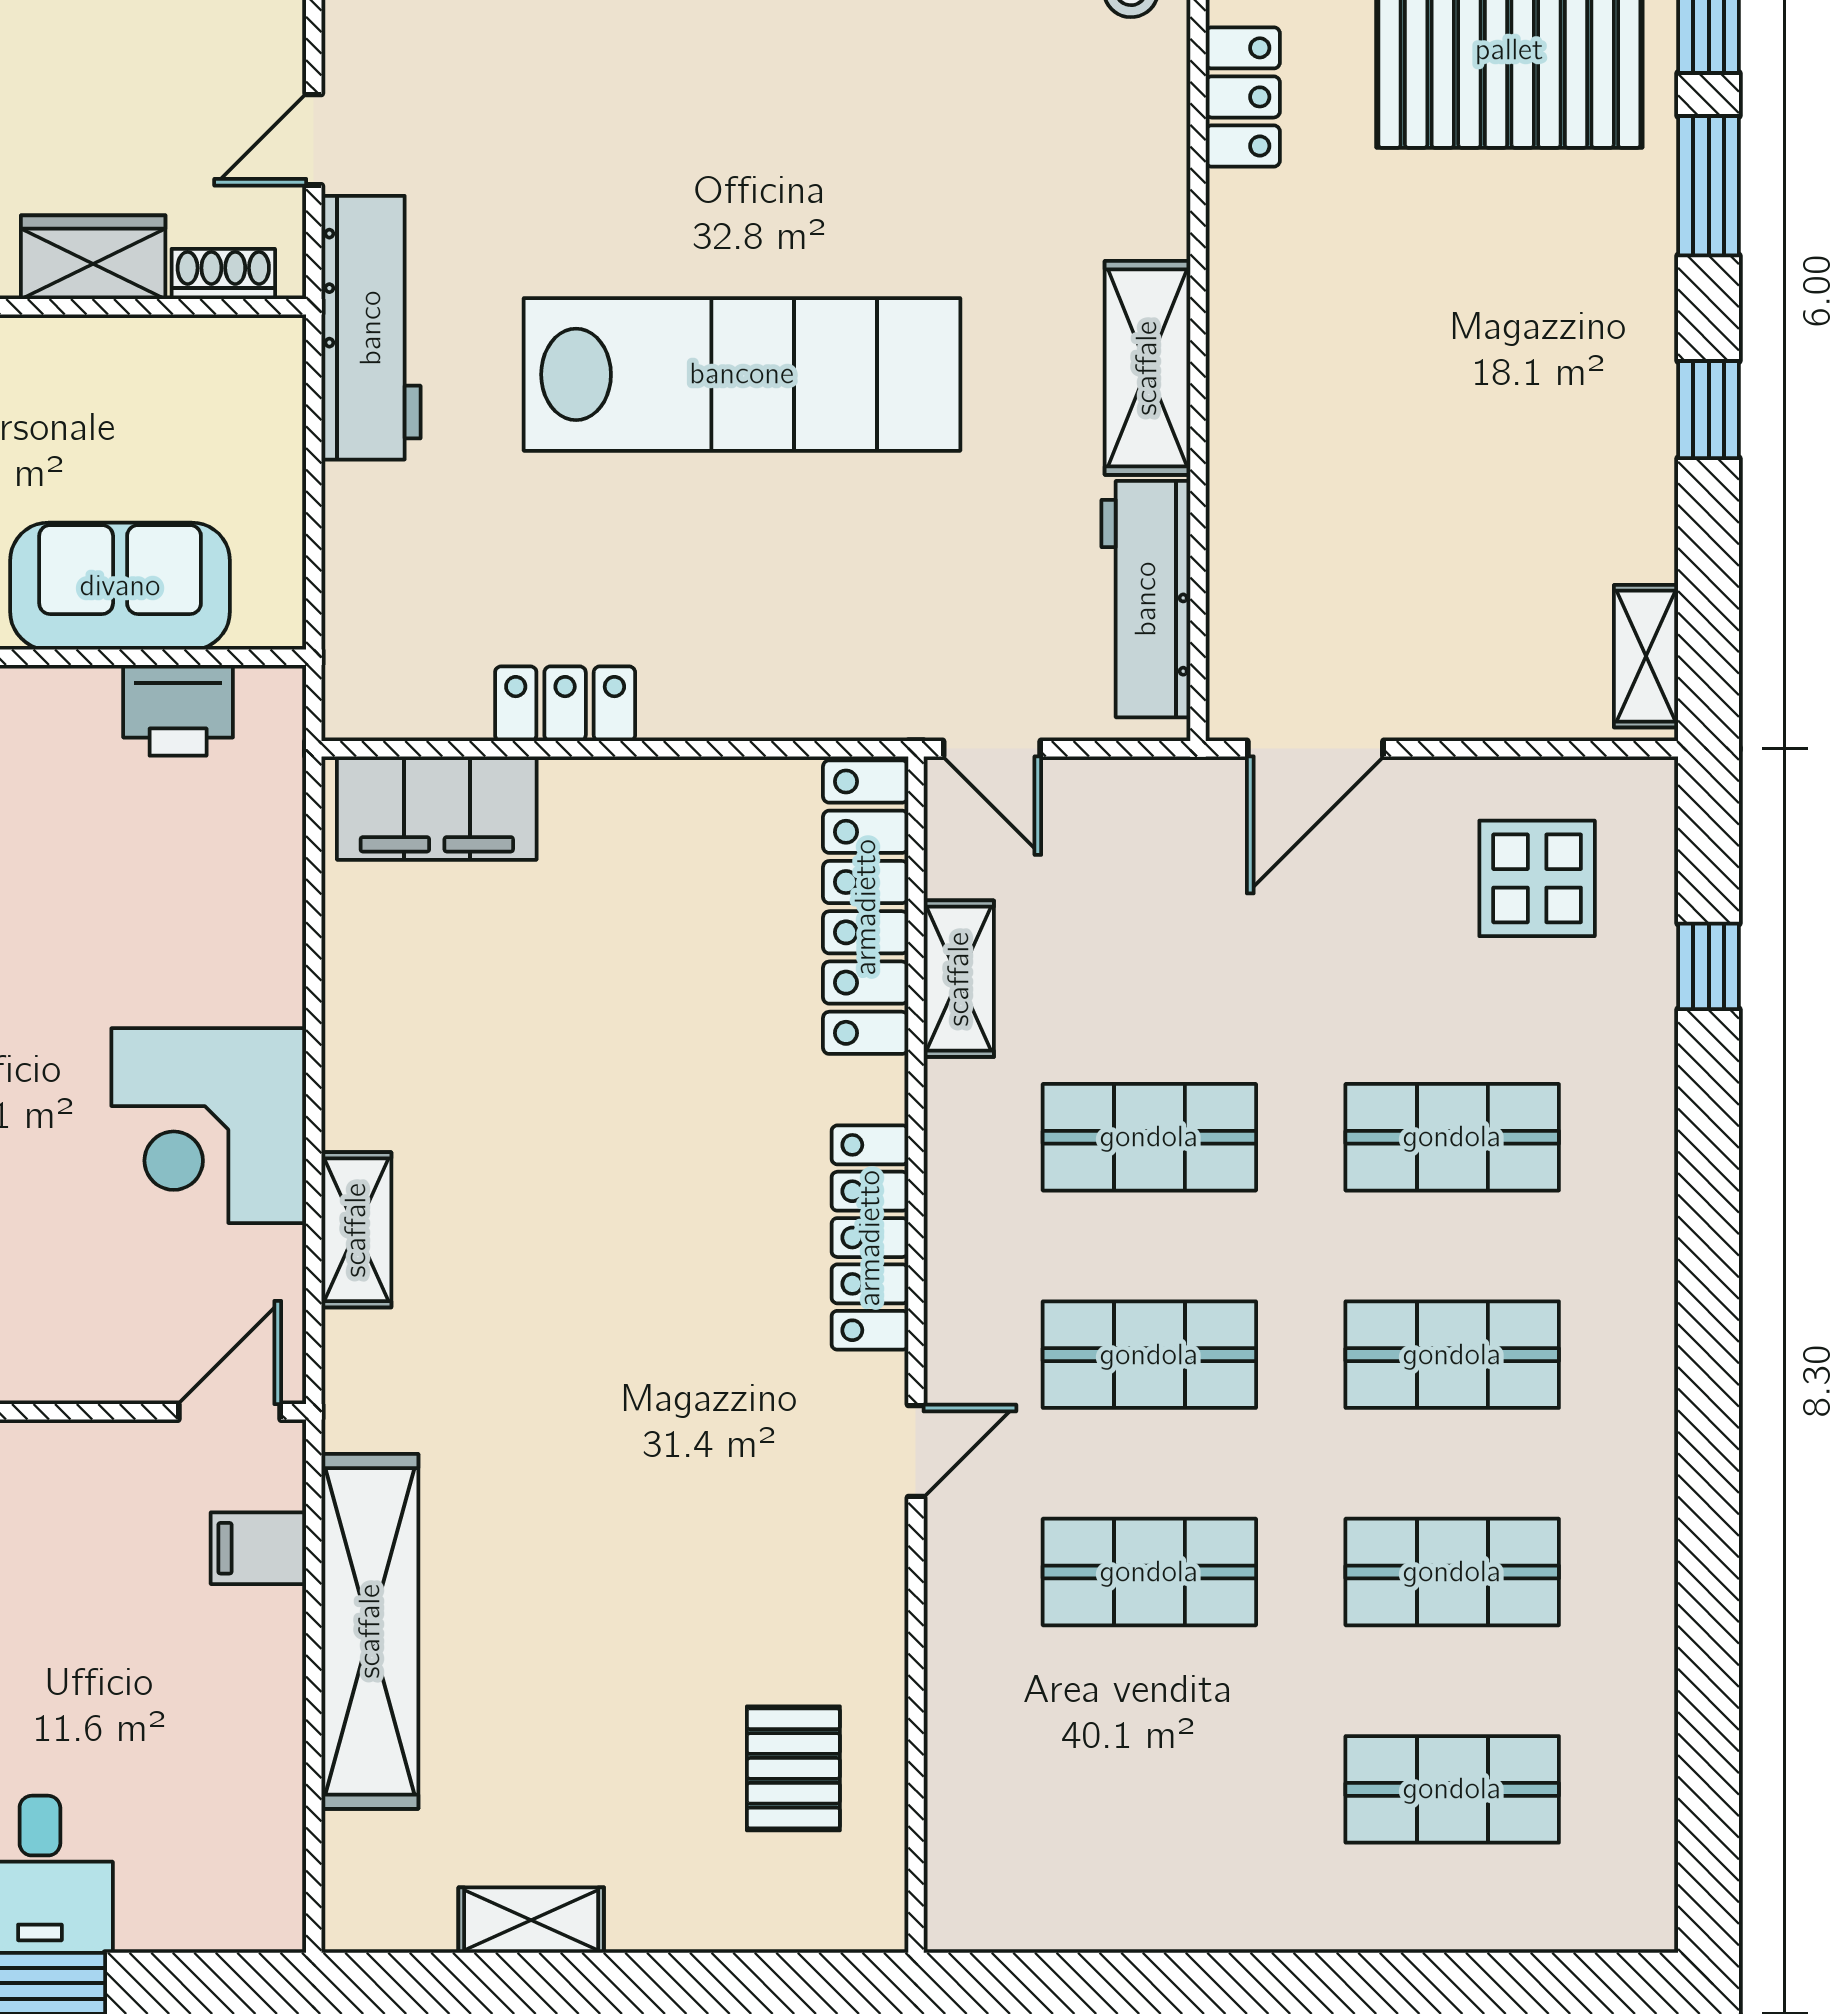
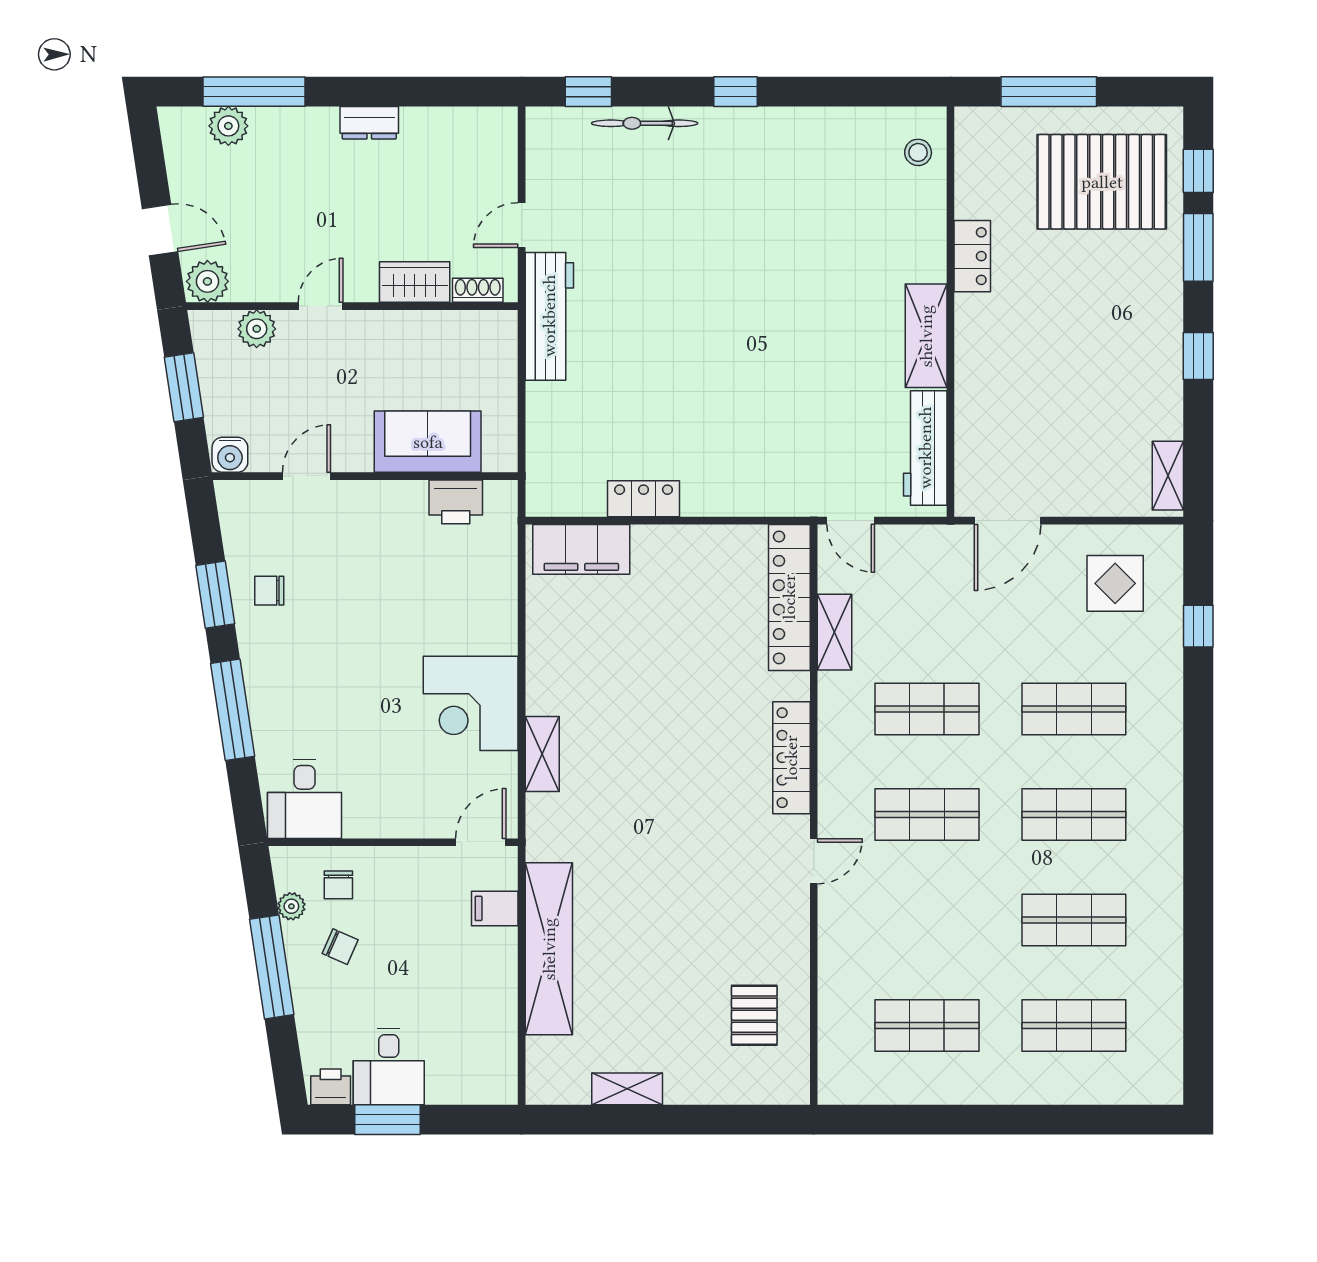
locker: (1243, 97) -> (972, 256), moved
lab bench: (742, 374) -> (729, 339), removed
shop shelf: (1149, 1572) -> (927, 1025), moved

